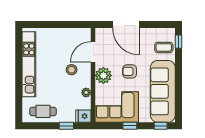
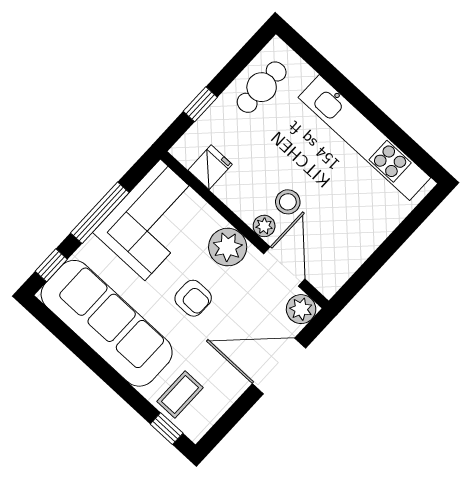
plant: (102, 34) -> (301, 309), added
armchair: (130, 71) -> (193, 298), turned 90
plant: (86, 93) -> (264, 226), moved
fridge: (83, 116) -> (210, 167), moved
window: (130, 126) -> (100, 213), width x2.17

